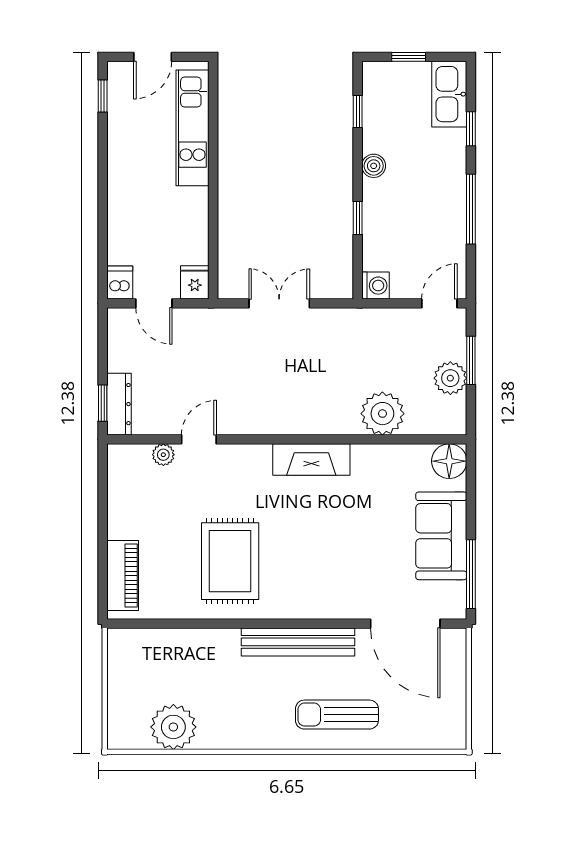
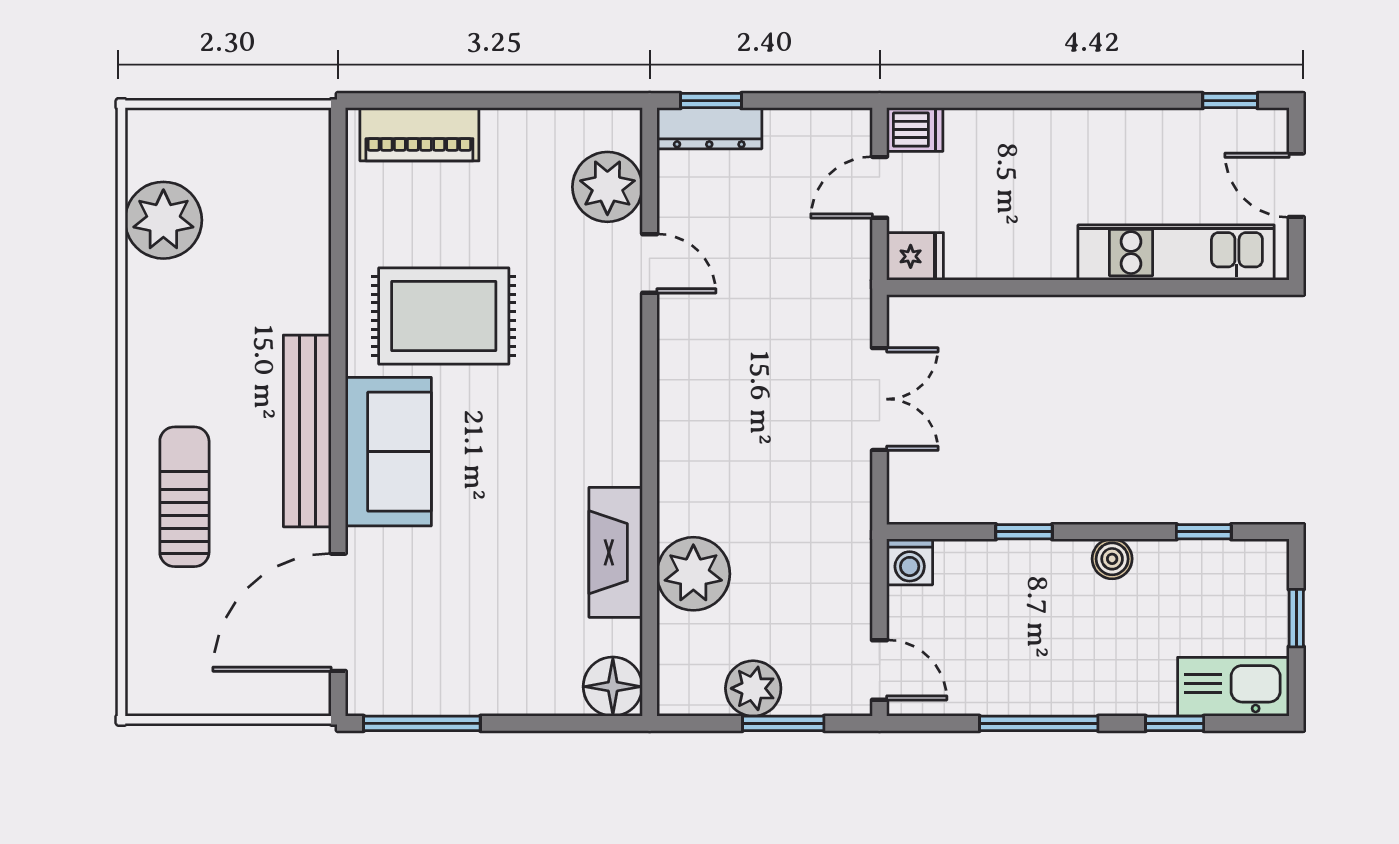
plant: (163, 455) -> (607, 187), width x1.88, depth x1.88
fireplace: (311, 459) -> (616, 552), moved
sofa: (441, 536) -> (388, 452), moved, turned 90

